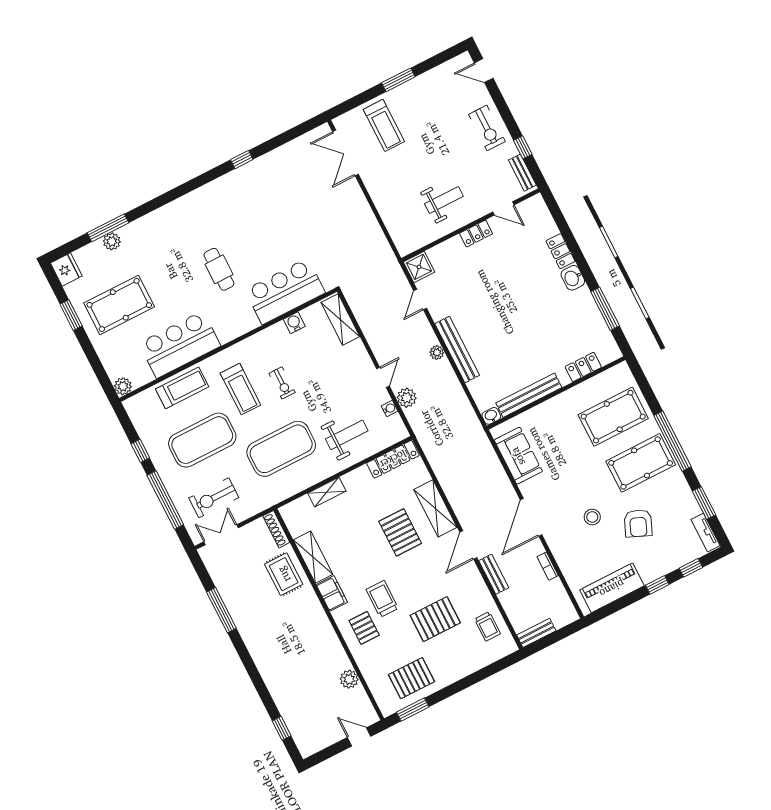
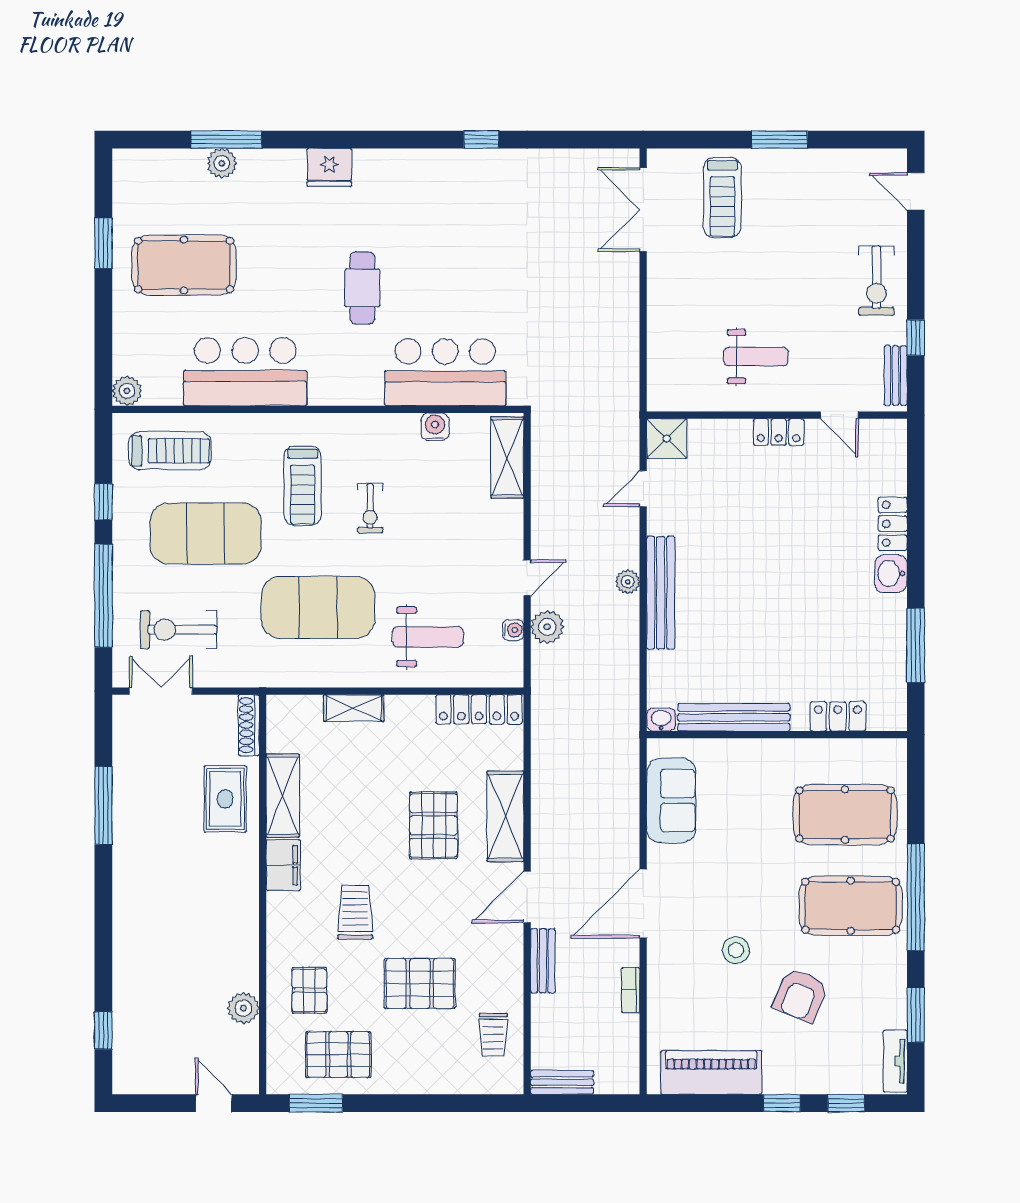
fridge: (66, 269) -> (329, 168), moved, turned 90
treadmill: (182, 388) -> (170, 451), moved
pallet: (364, 628) -> (309, 990), moved

